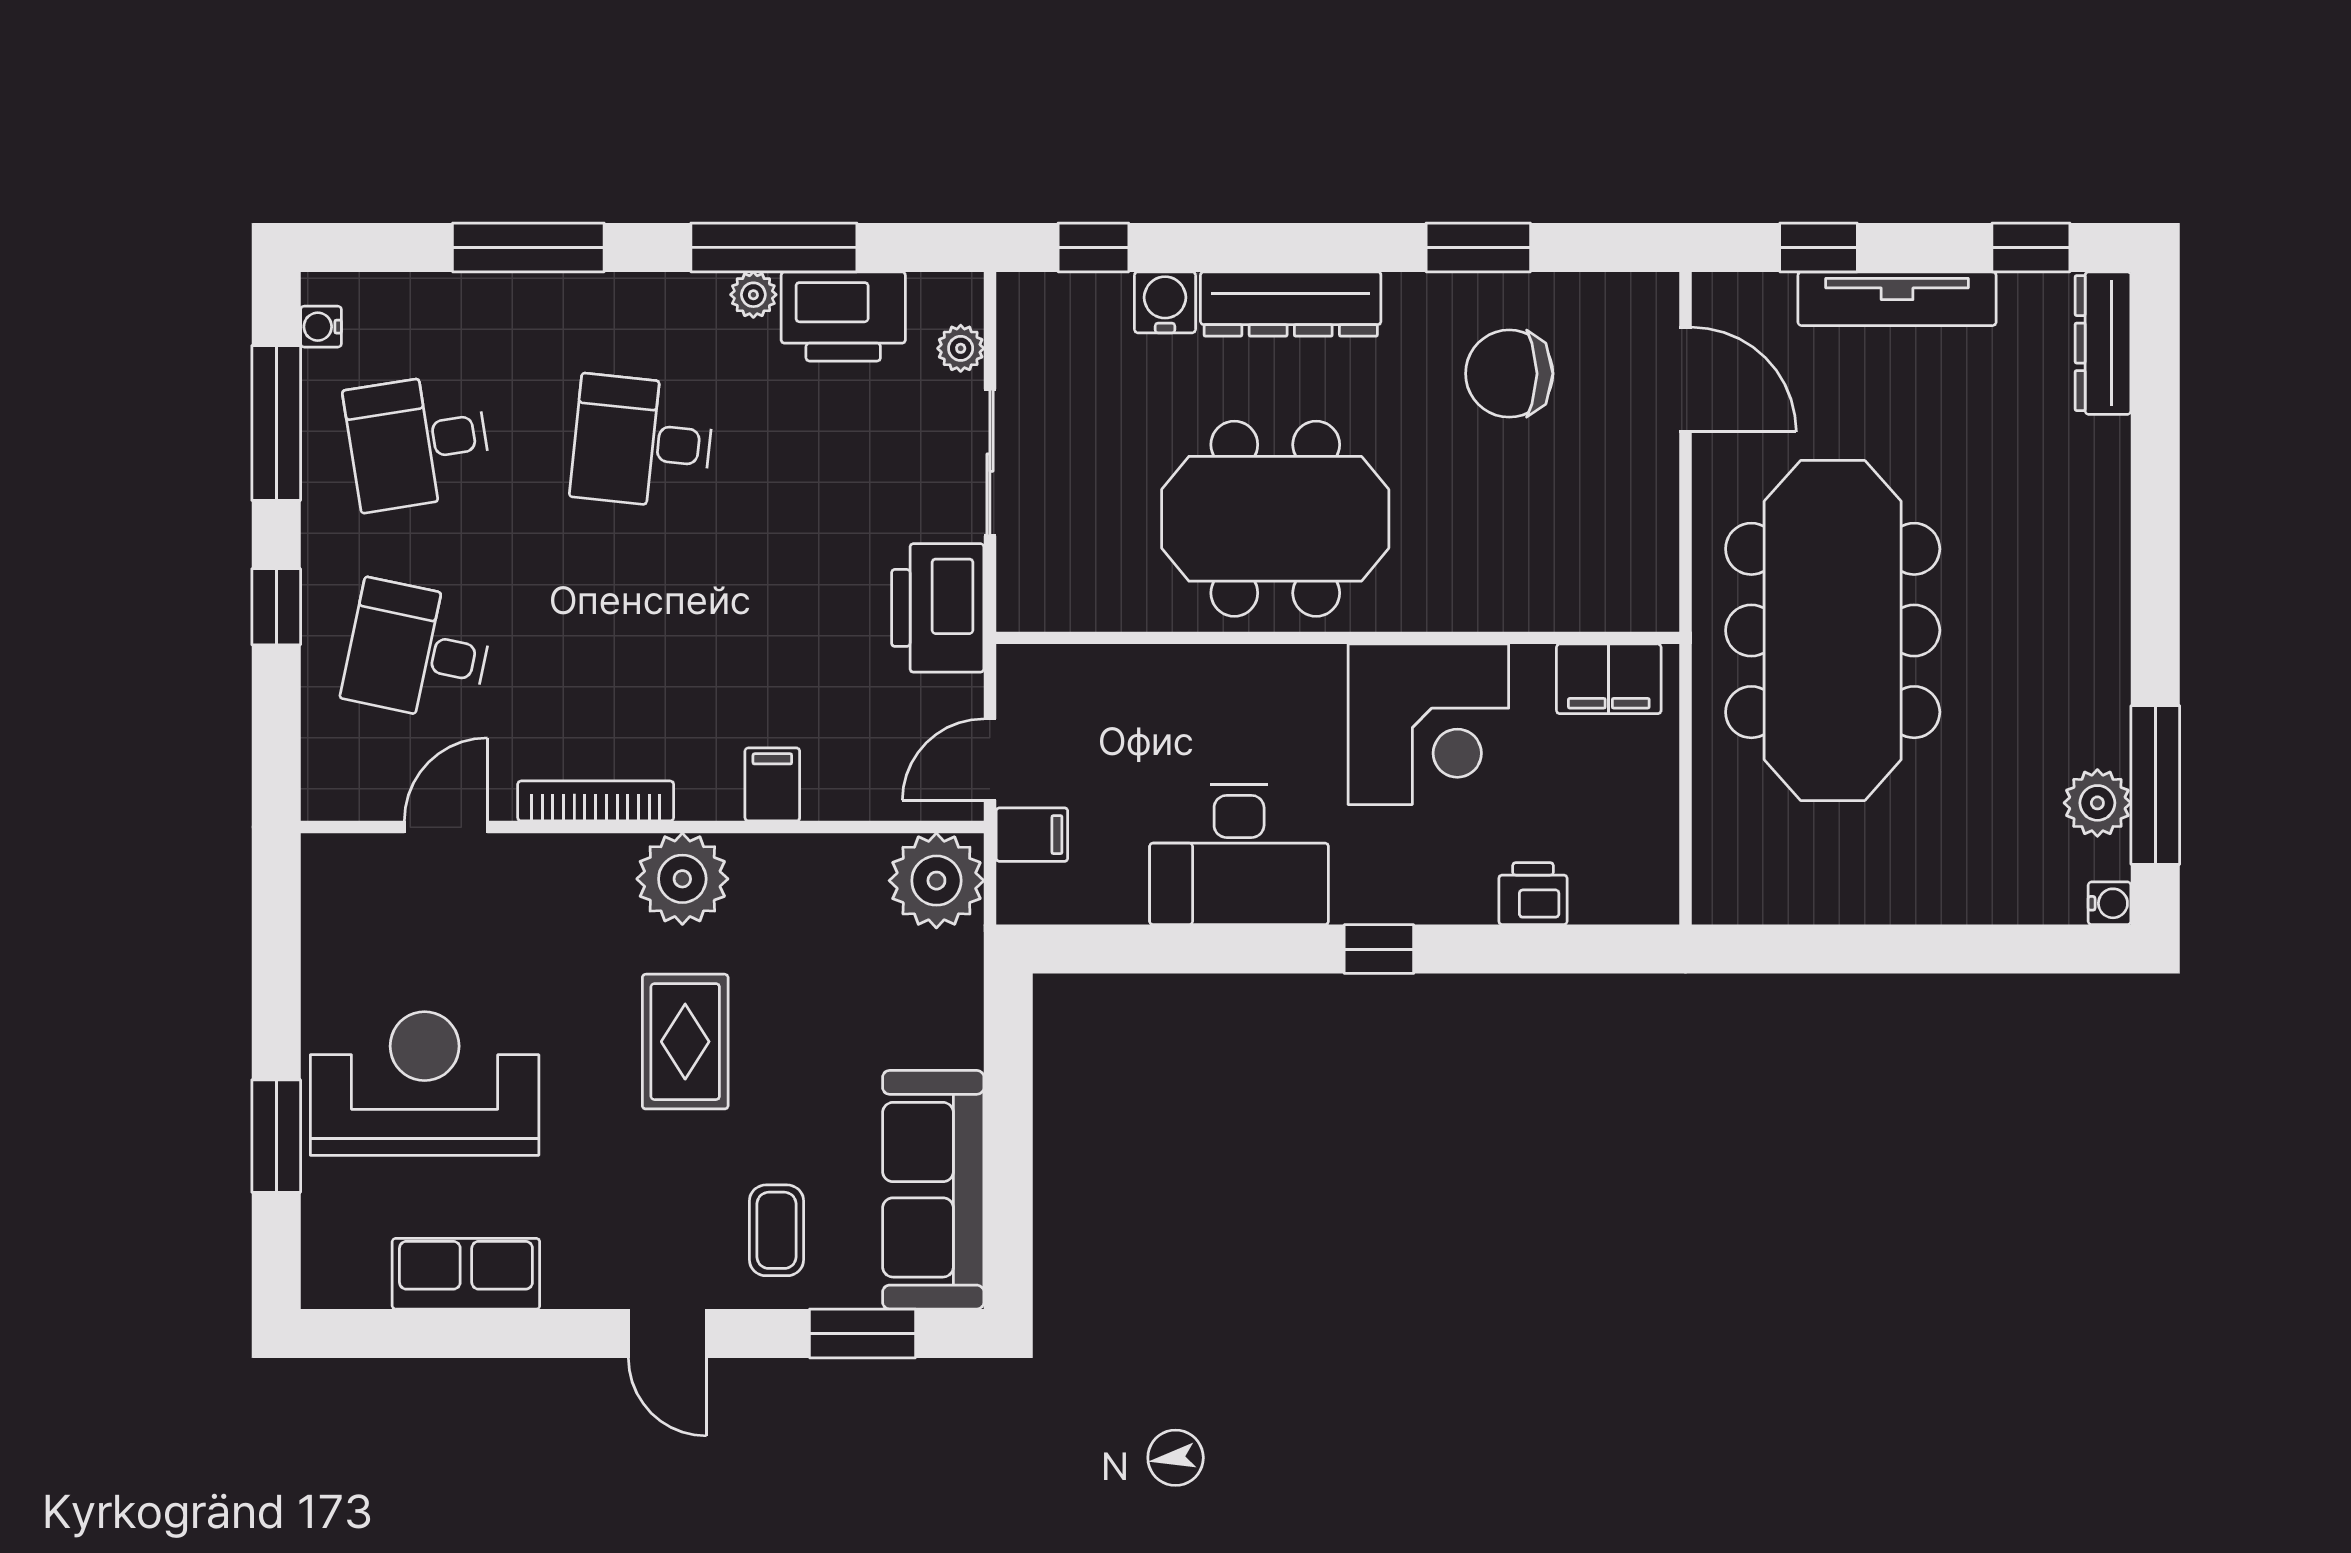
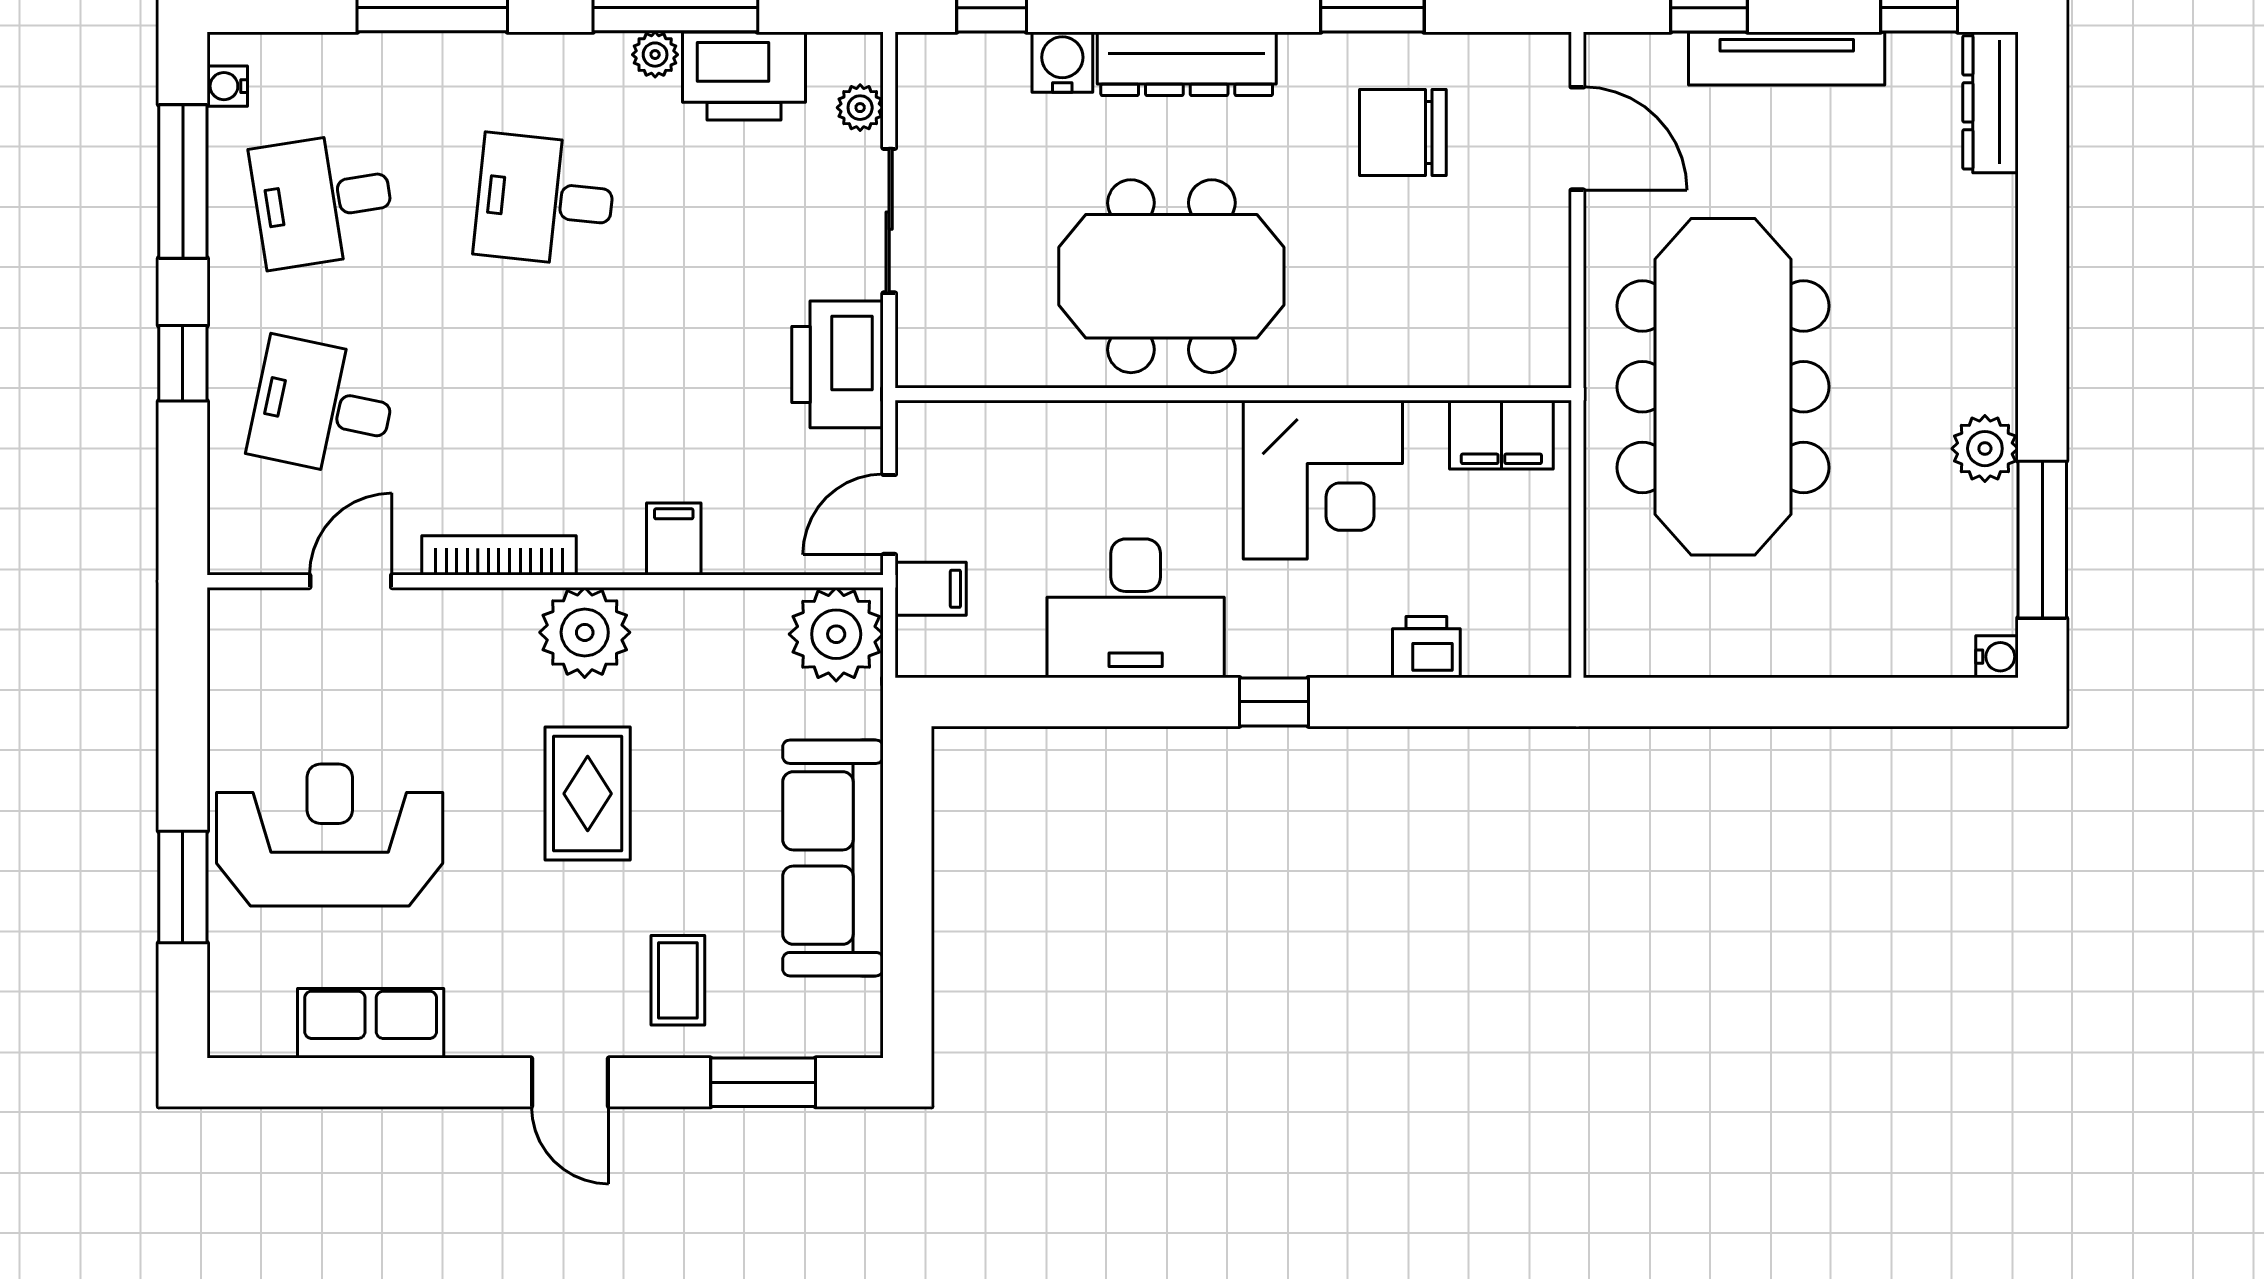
plant: (2097, 803) -> (1985, 449), moved
sofa: (933, 1190) -> (833, 858), moved

